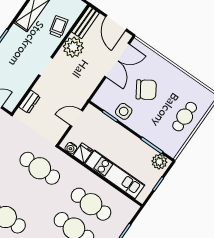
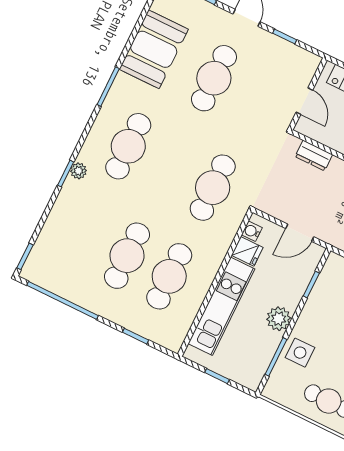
side table: (124, 111) -> (300, 353), moved
door: (76, 118) -> (300, 233), swing flipped
plant: (159, 162) -> (279, 319), moved

